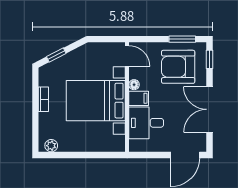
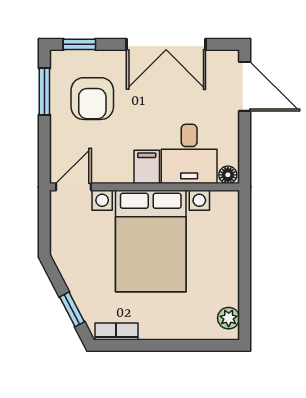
armchair: (178, 67) -> (92, 99), width x0.73, depth x0.73
floor lamp: (134, 85) -> (228, 175), moved
bookcase: (43, 99) -> (116, 332), moved

